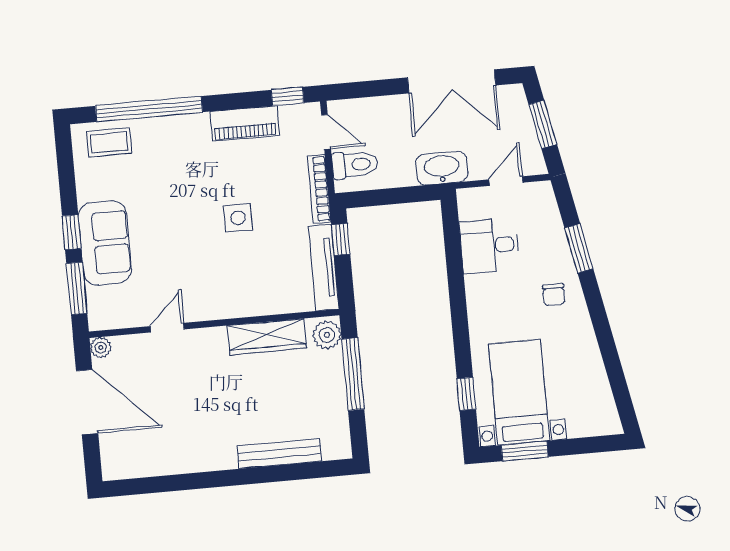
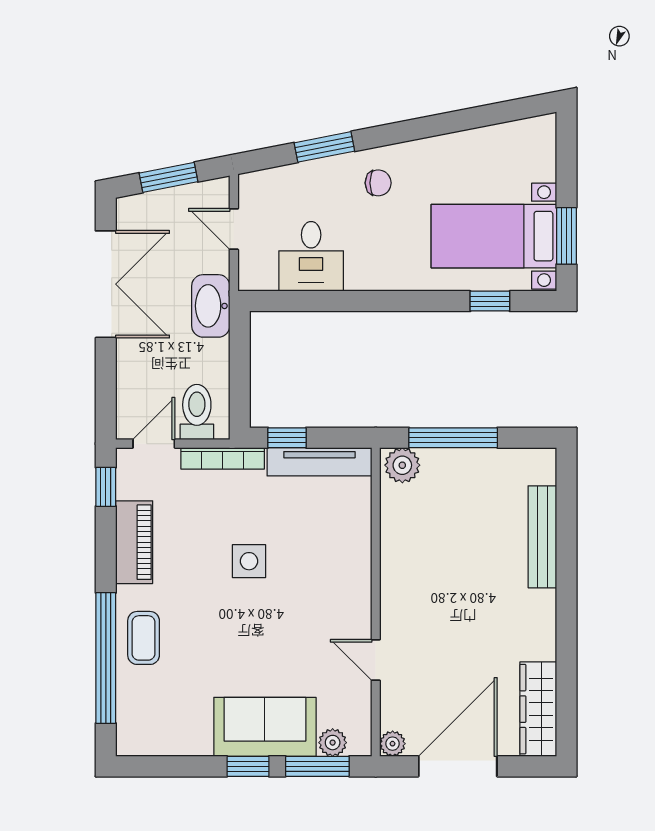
coffee table: (109, 142) -> (144, 638), moved
plant: (97, 299) -> (333, 743), added
wardrobe: (267, 337) -> (538, 709), moved, turned 180

